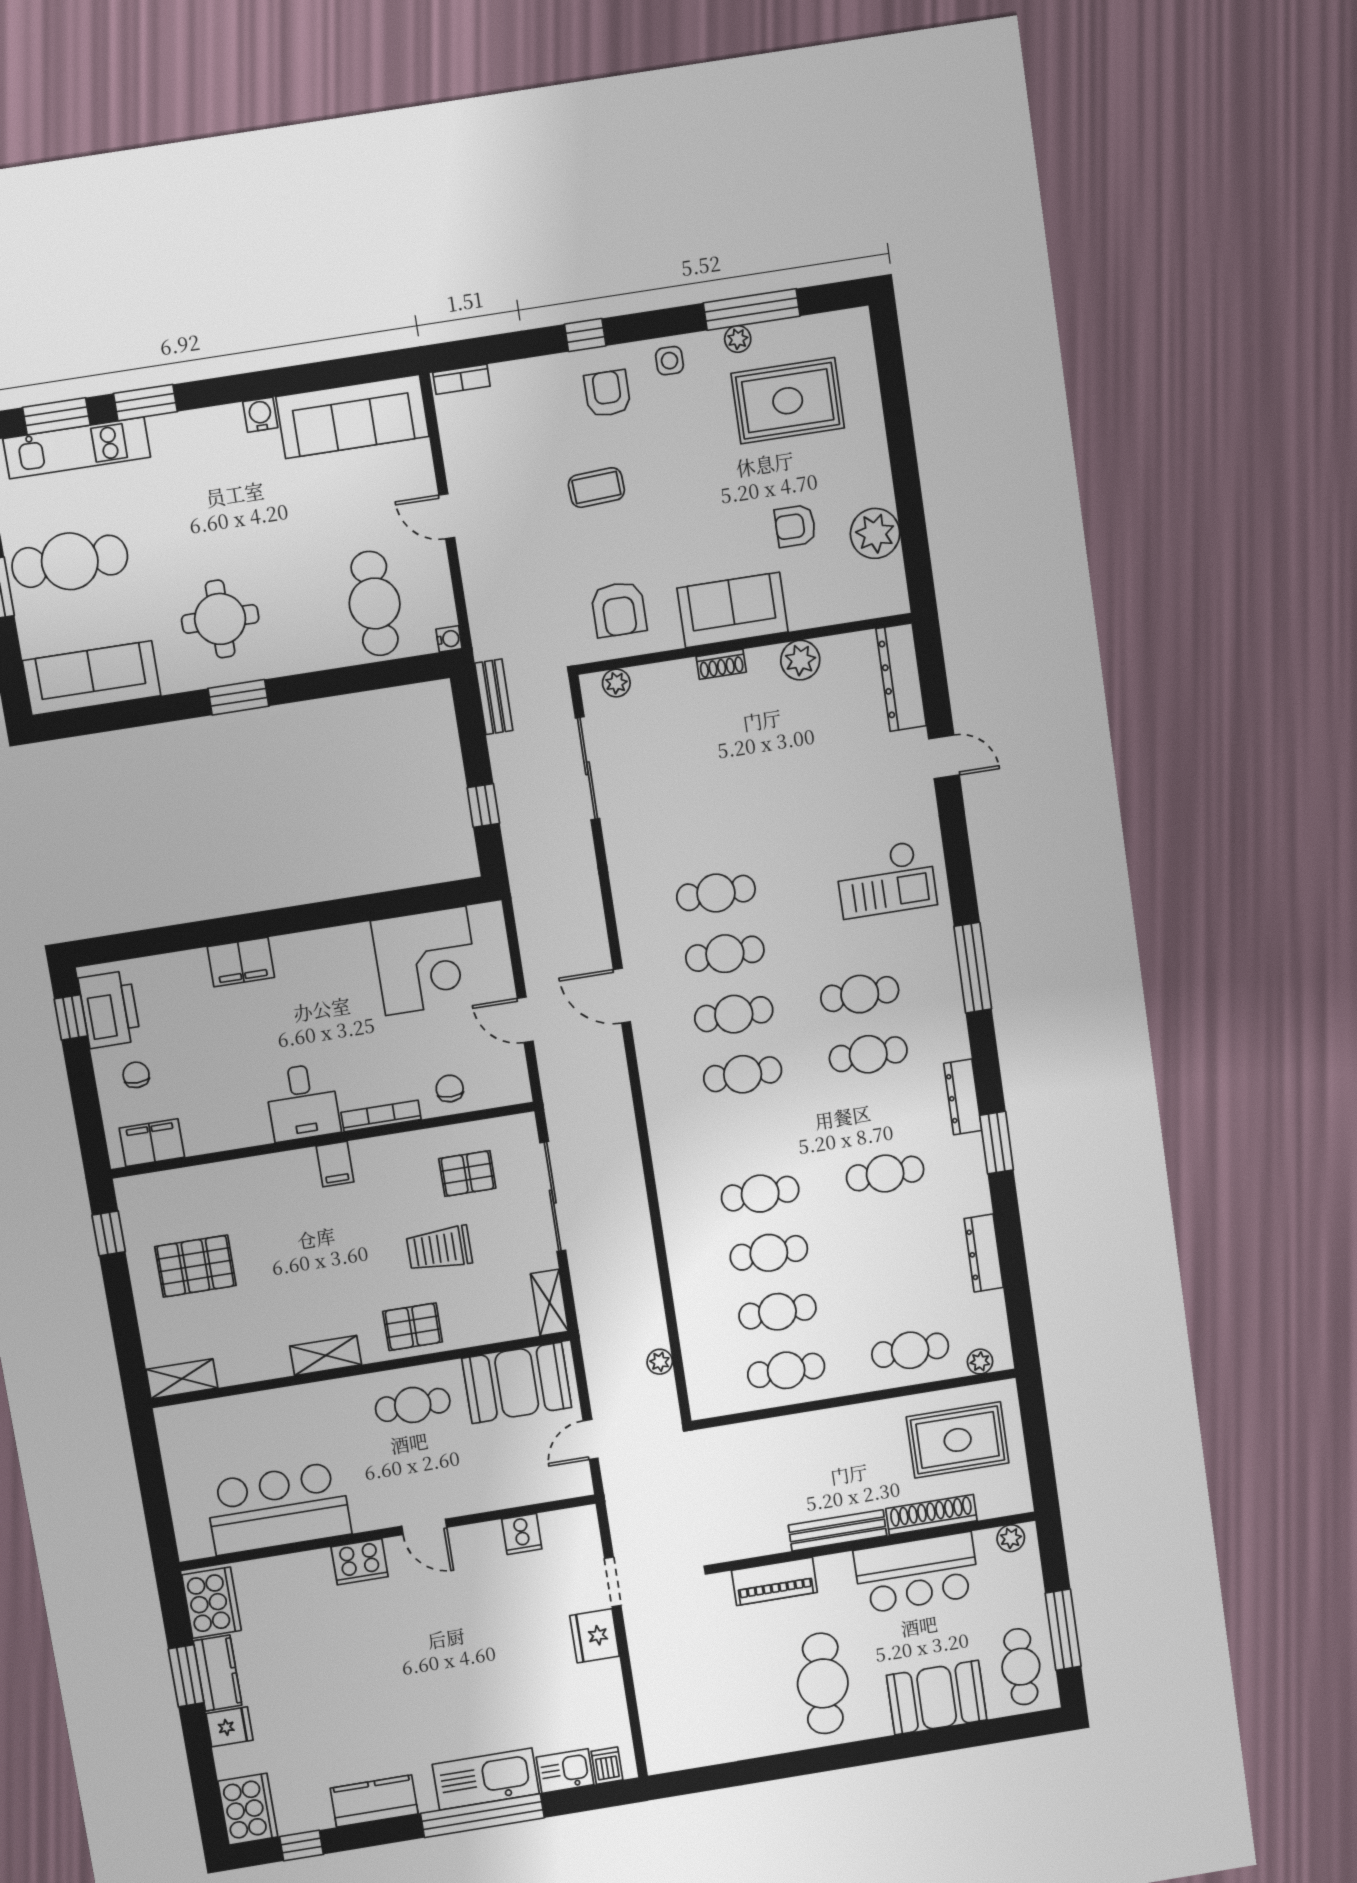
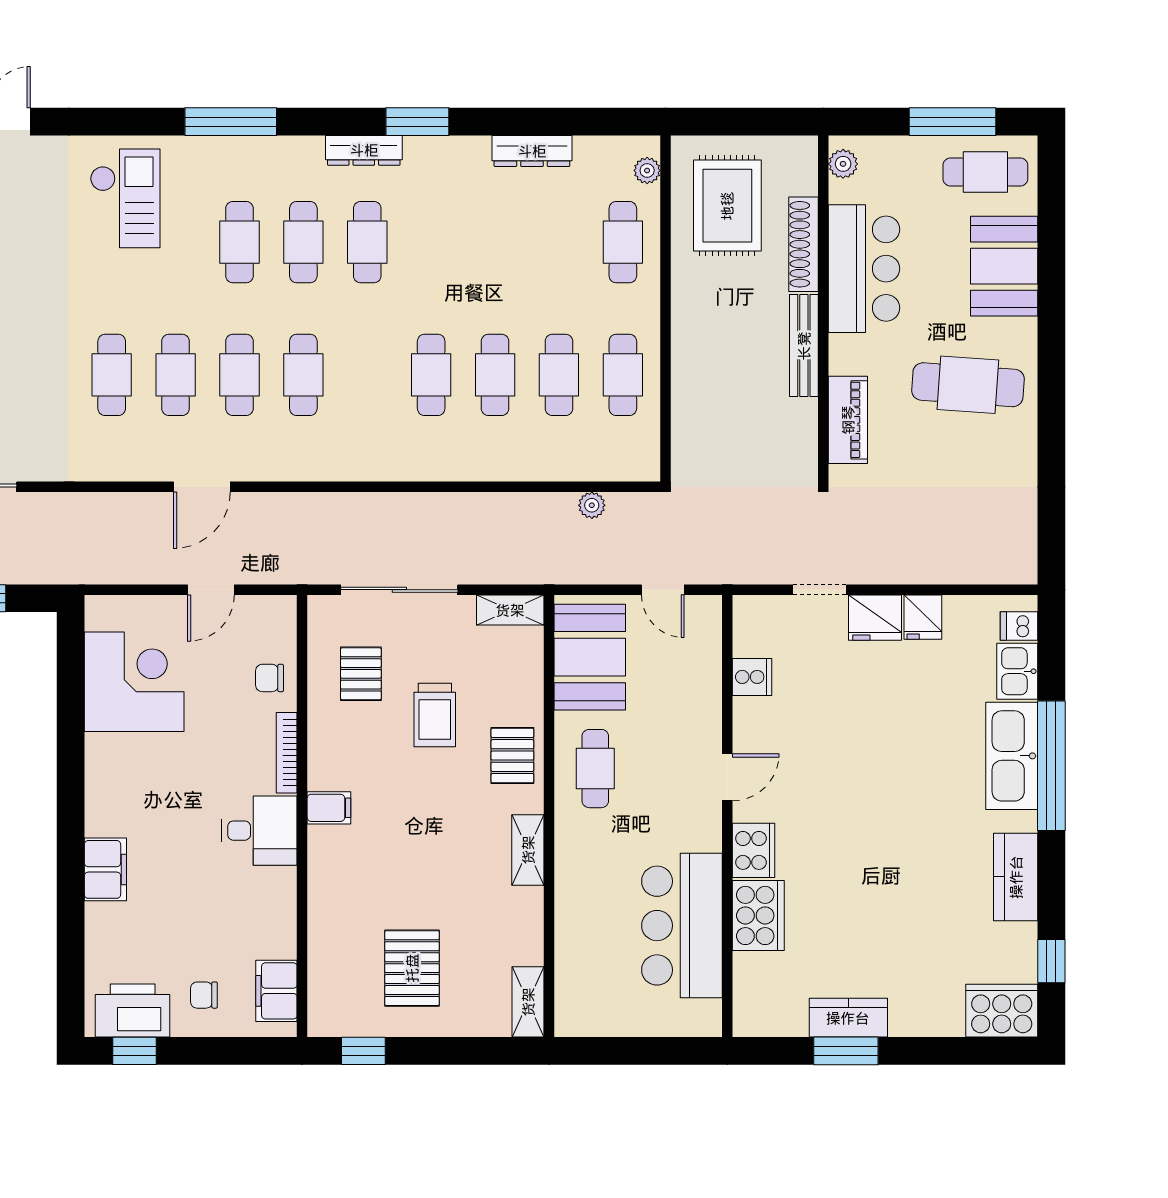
cafe table: (885, 1174) -> (367, 242), moved
cooker: (212, 1603) -> (758, 915), moved, turned 90
fridge: (230, 1727) -> (923, 617), moved, turned 180

